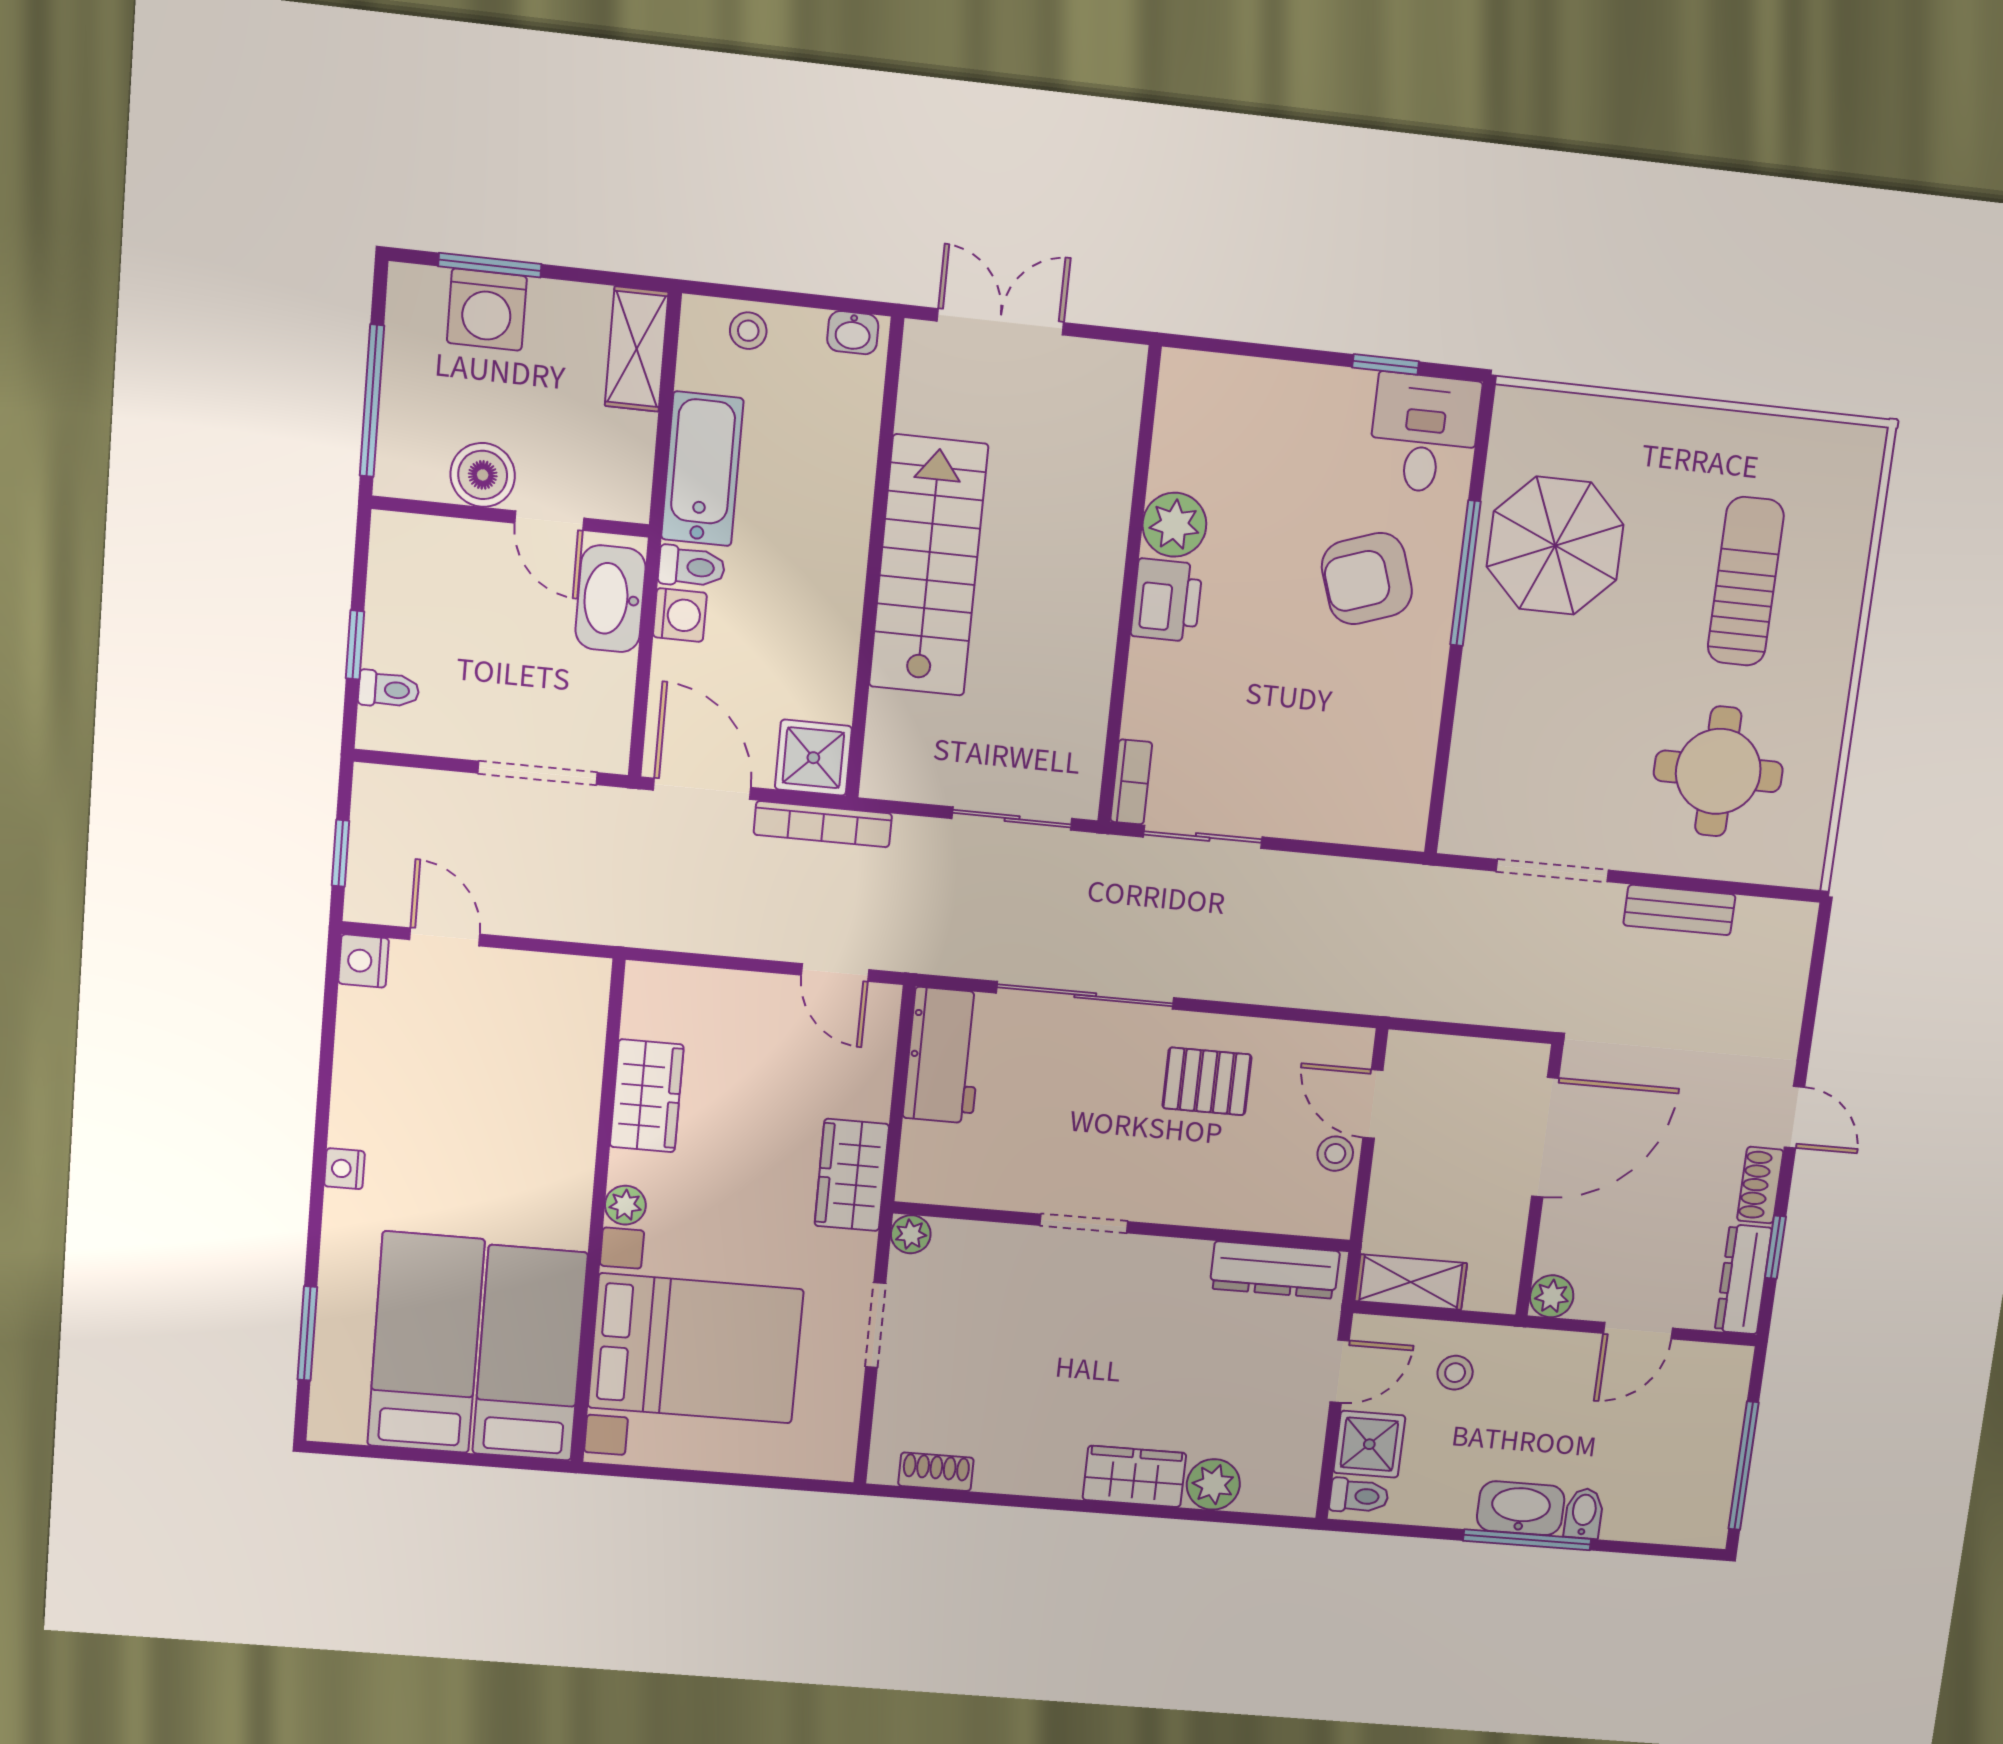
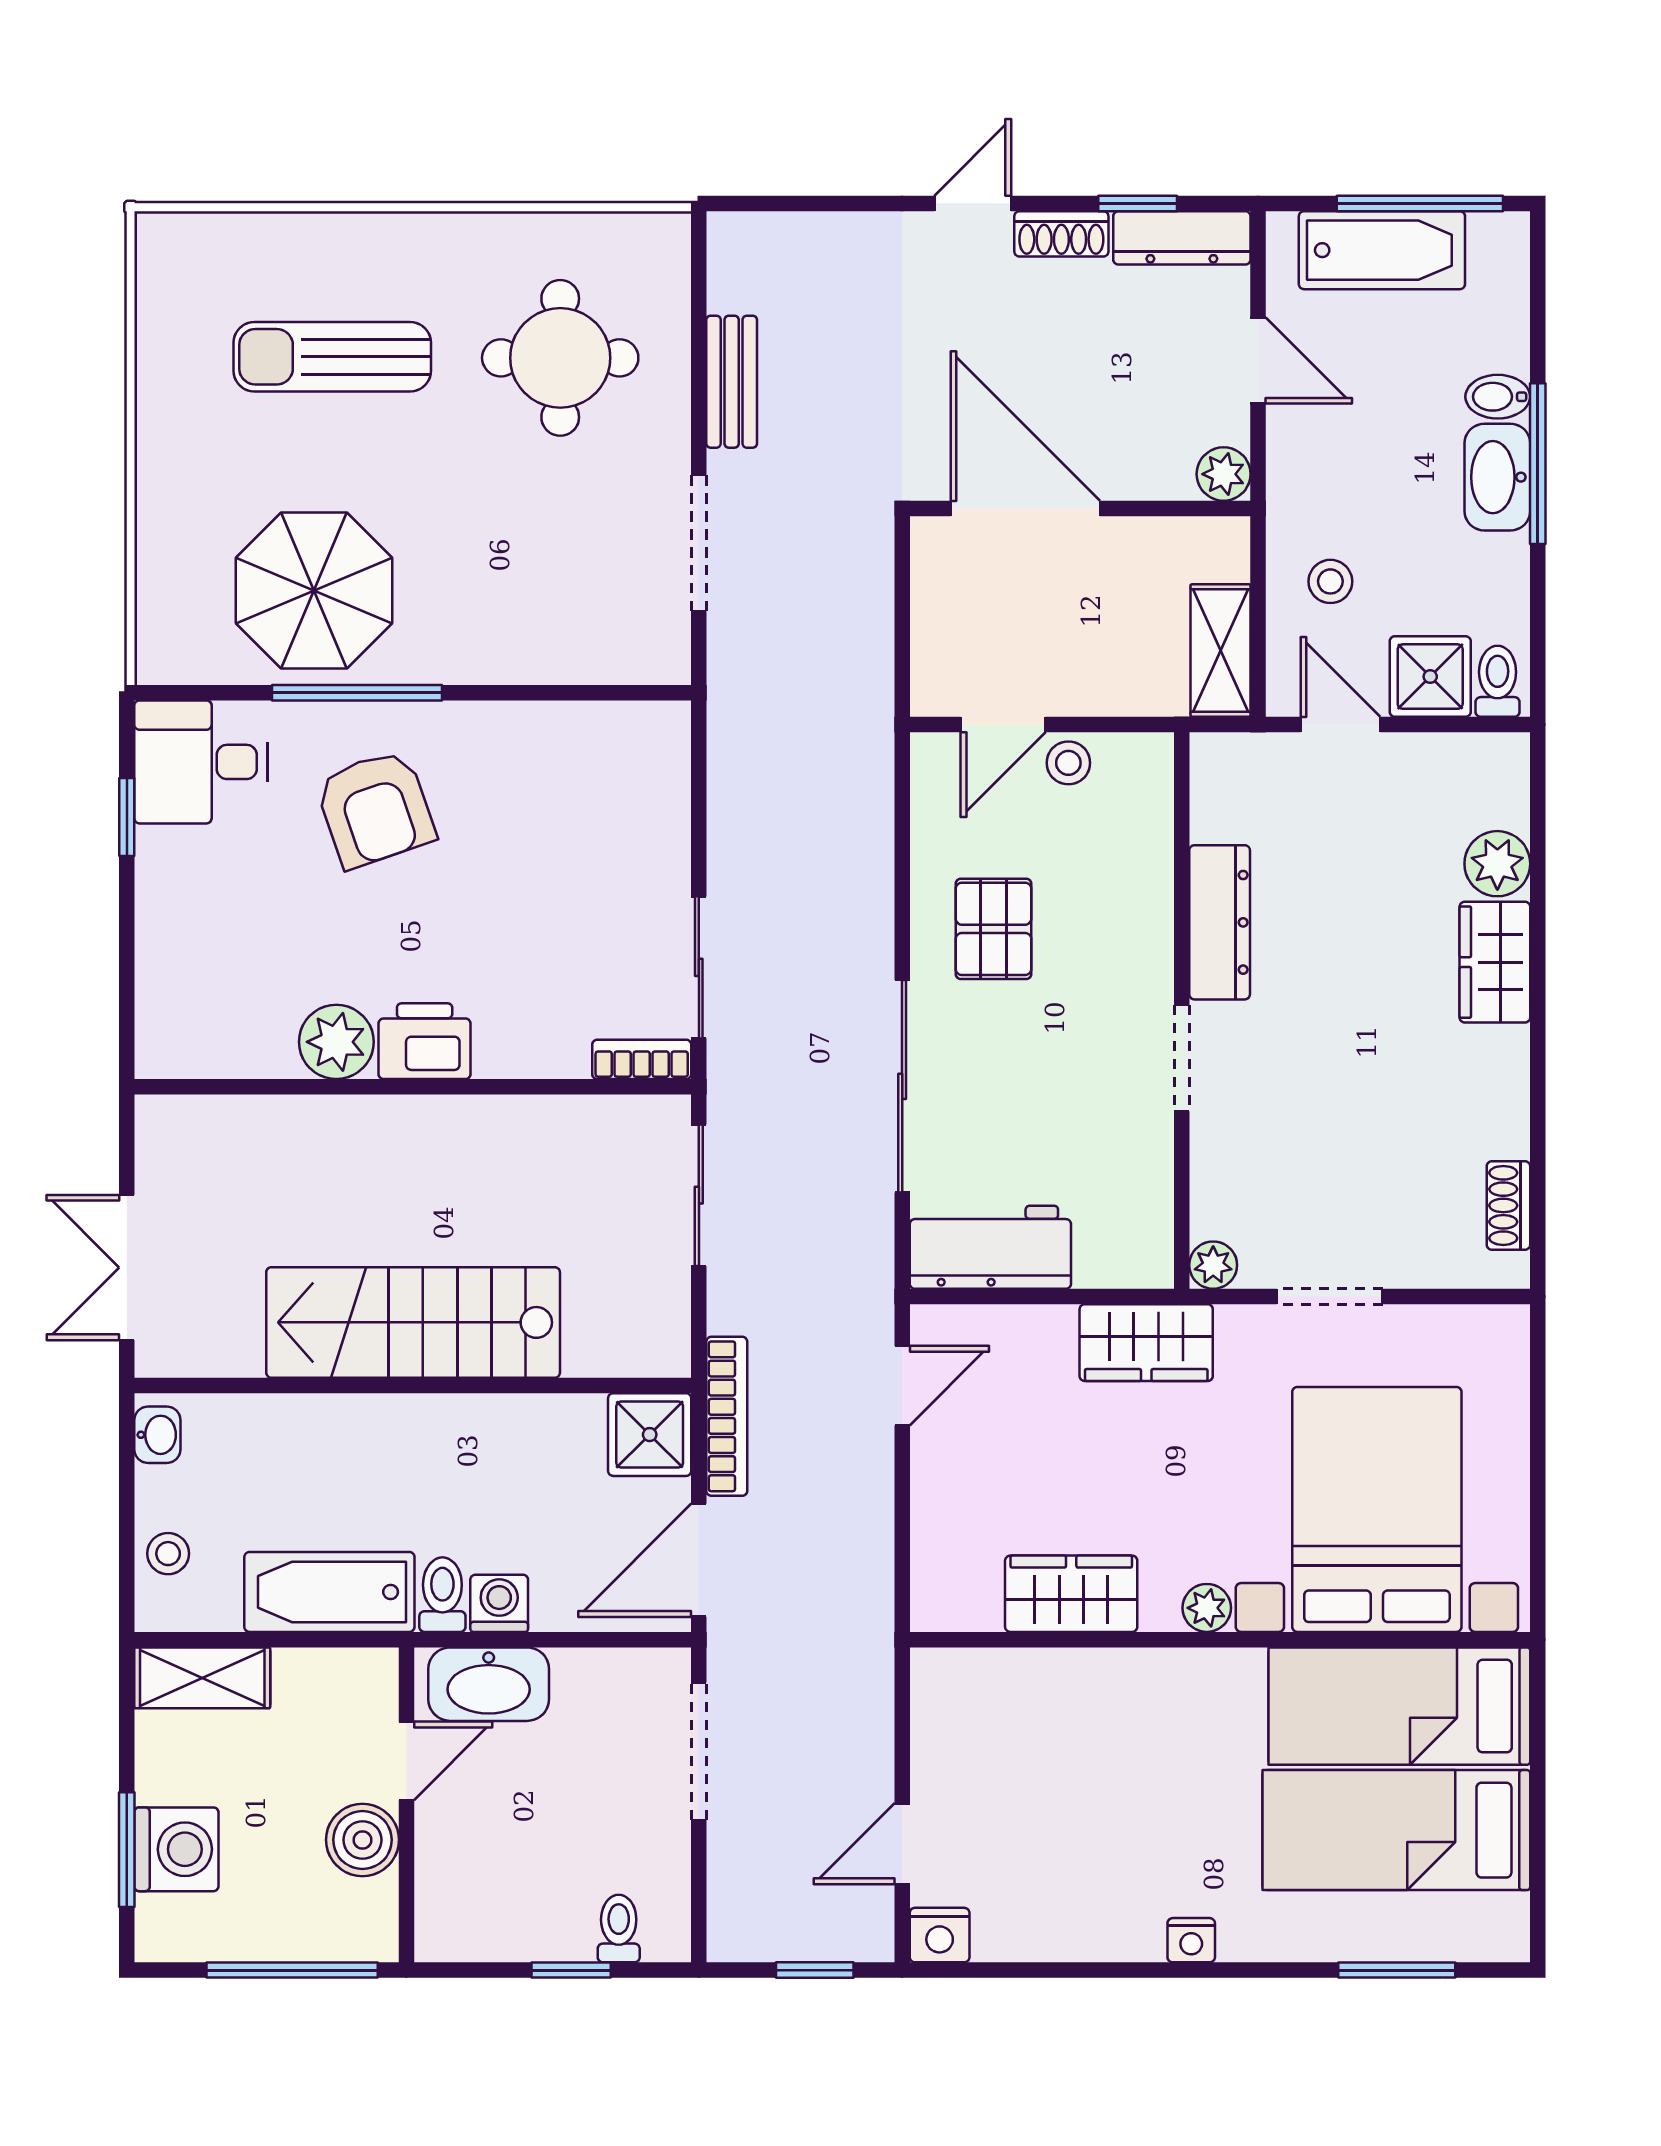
dresser: (1275, 1270) -> (1220, 922), moved
bathtub: (1711, 1434) -> (1382, 250), added

